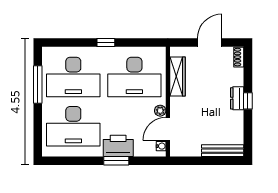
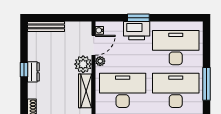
plant: (180, 107) -> (83, 64), added

